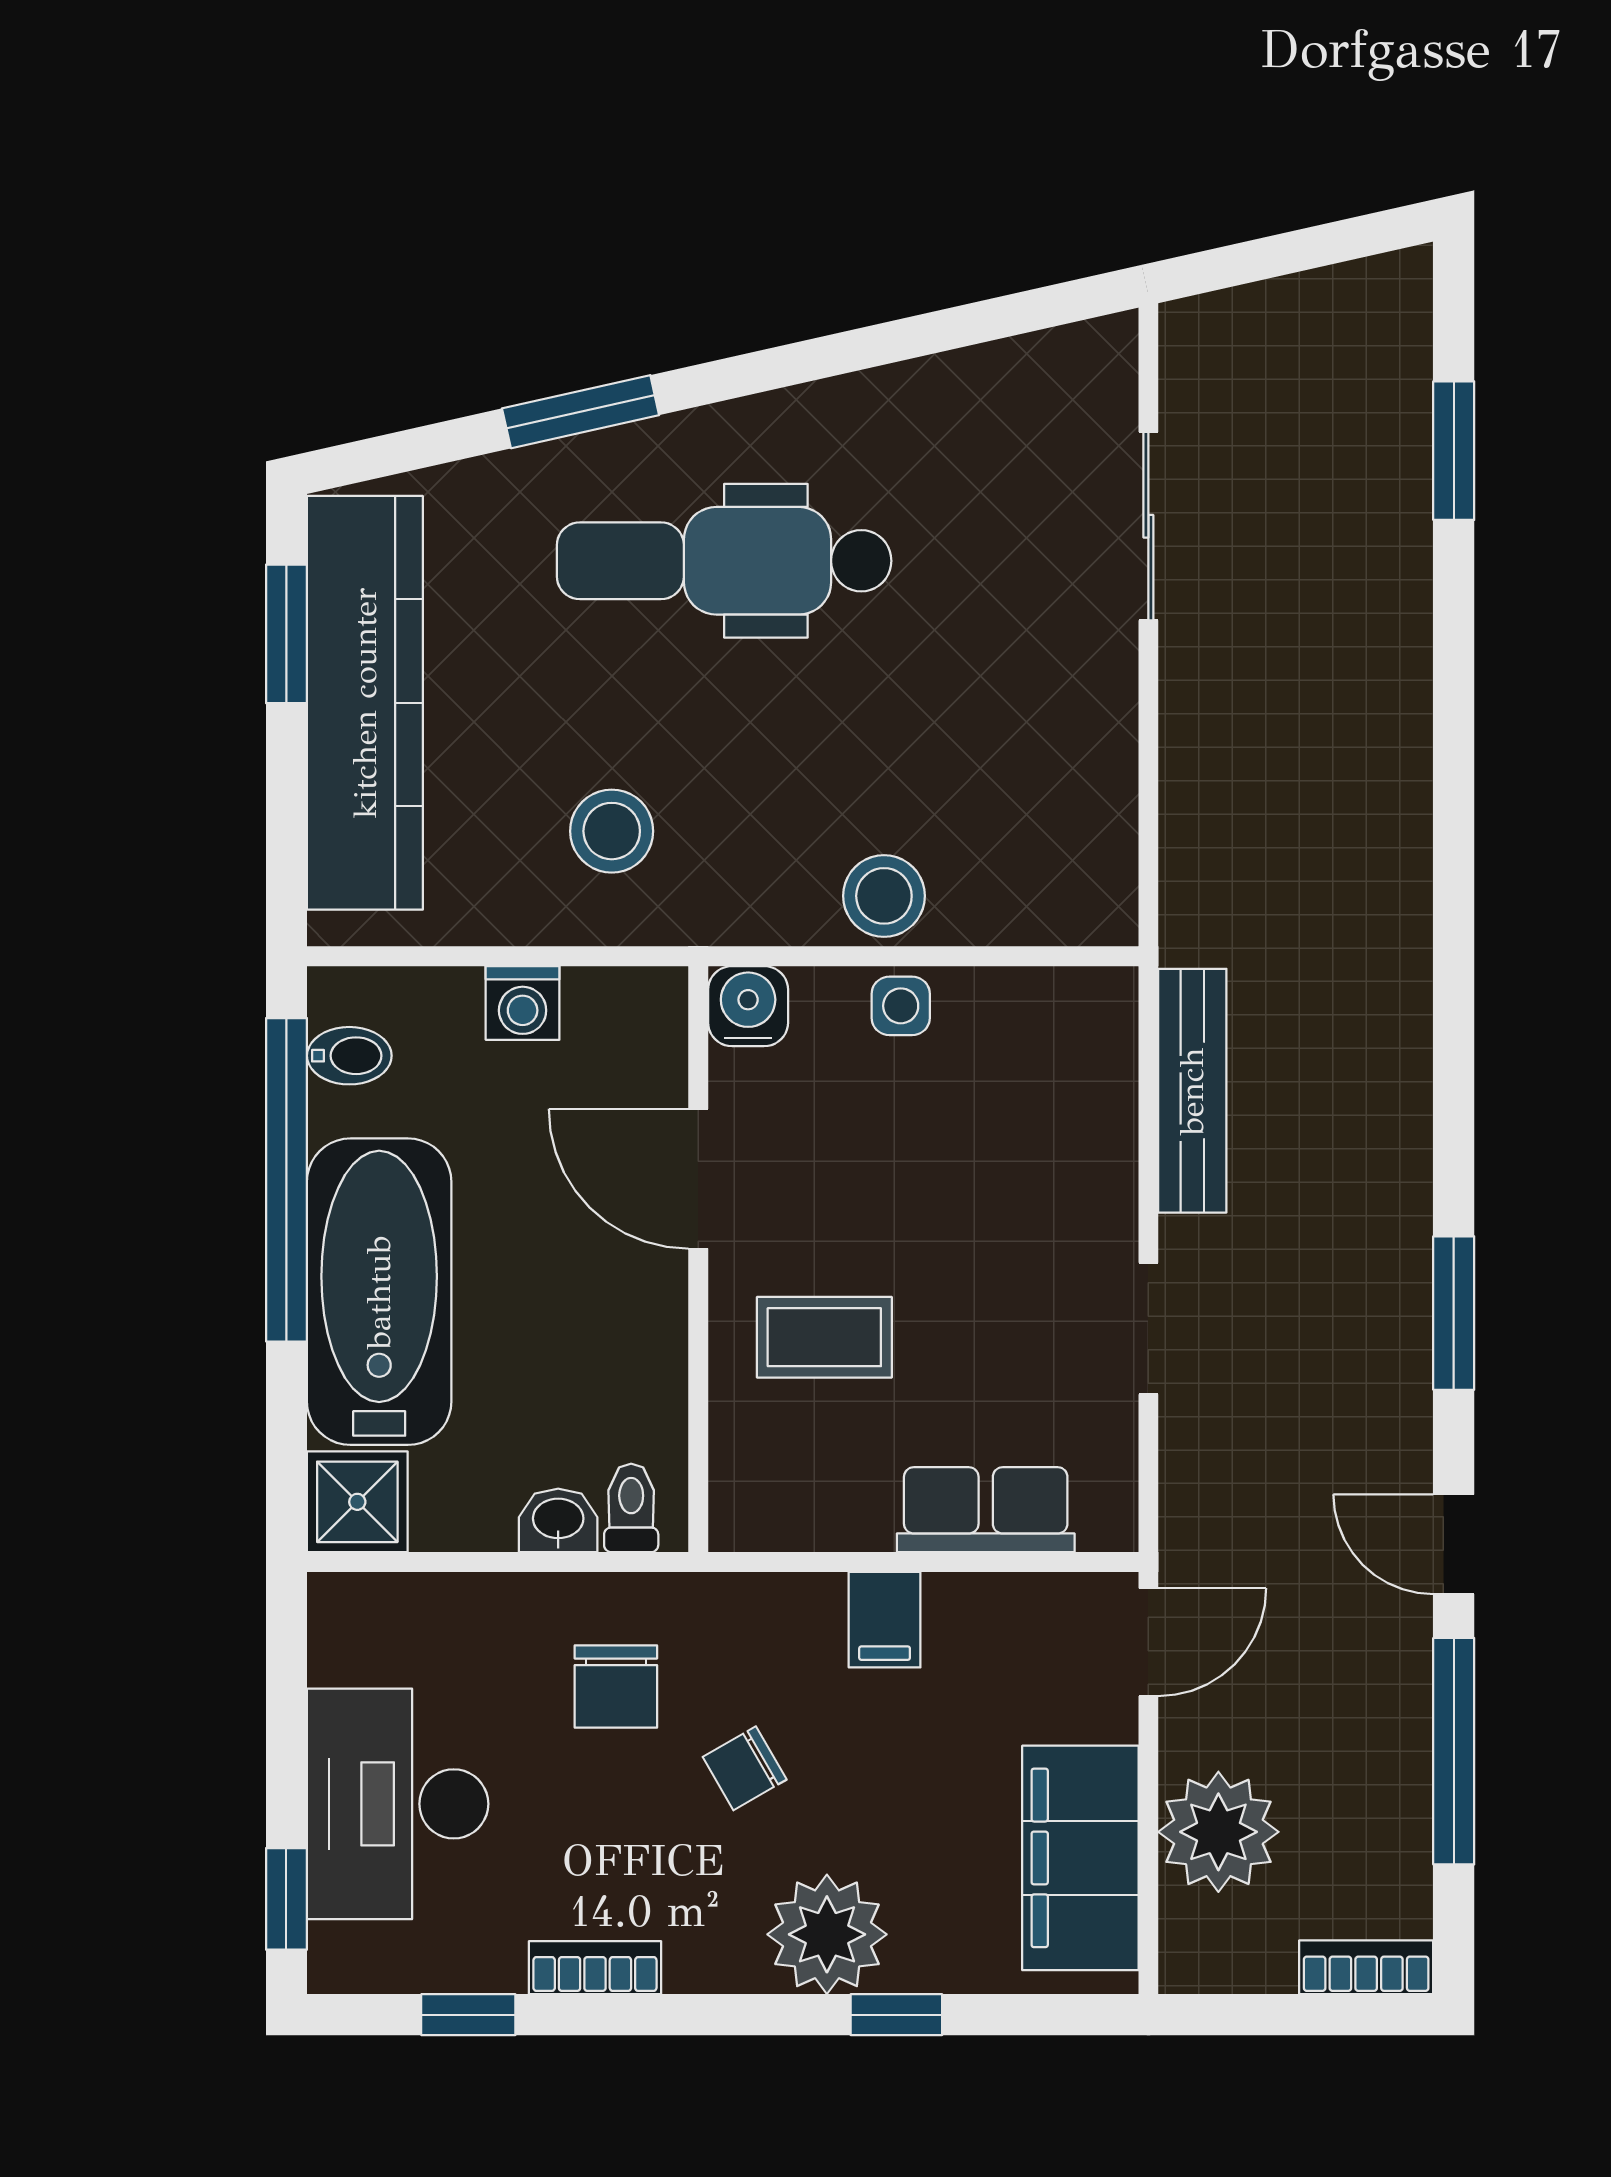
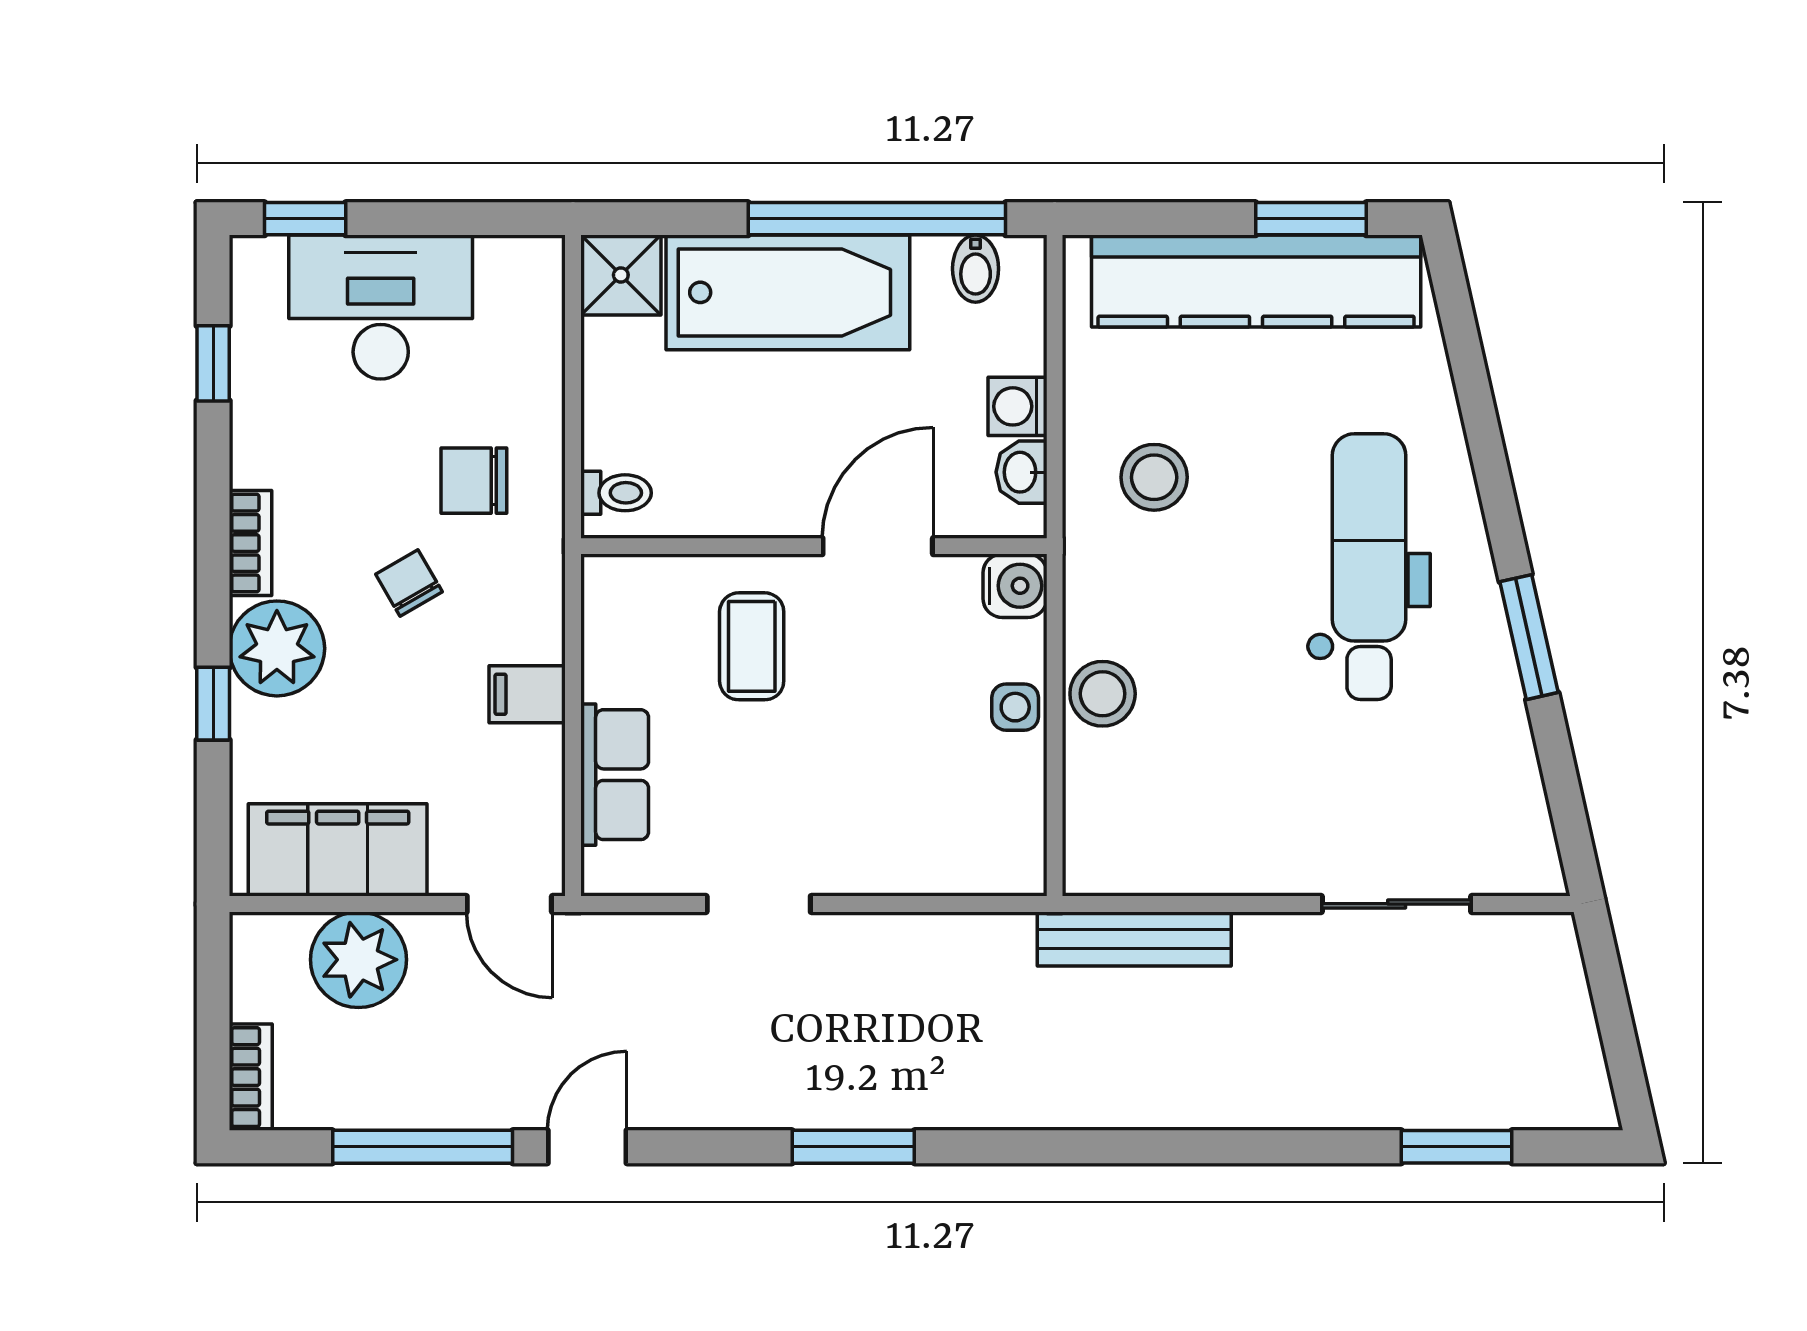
window: (581, 412) -> (1529, 637), moved
bench: (1192, 1091) -> (1134, 939), moved
window: (1454, 1313) -> (853, 1147), moved
washbasin: (558, 1520) -> (1022, 472), moved, turned 180
bookcase: (595, 1968) -> (250, 543), moved

